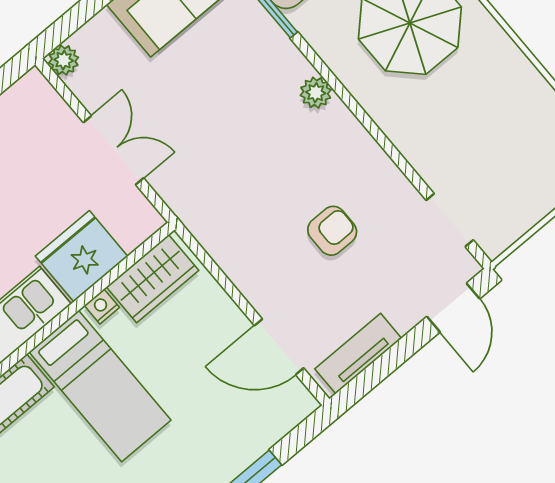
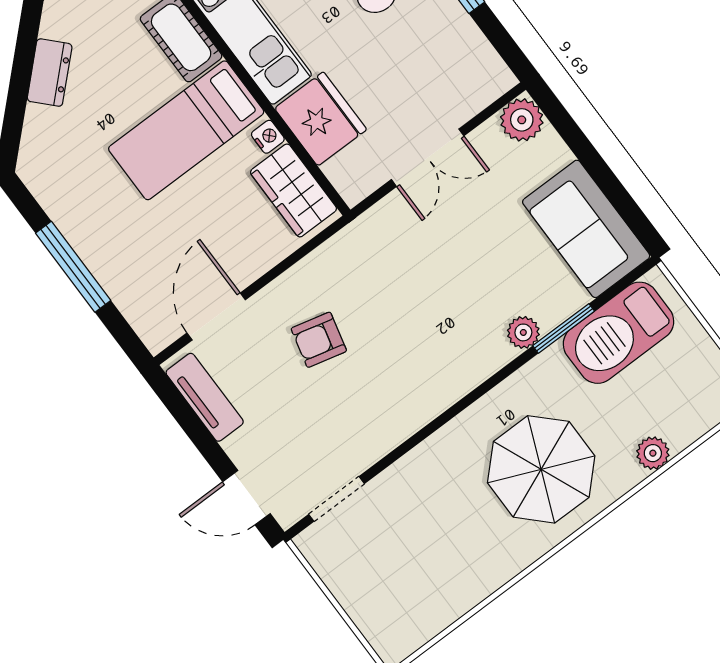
plant: (64, 60) -> (522, 120), width x1.38, depth x1.38
plant: (316, 93) -> (523, 332), moved
armchair: (332, 231) -> (319, 340), moved, turned 104

